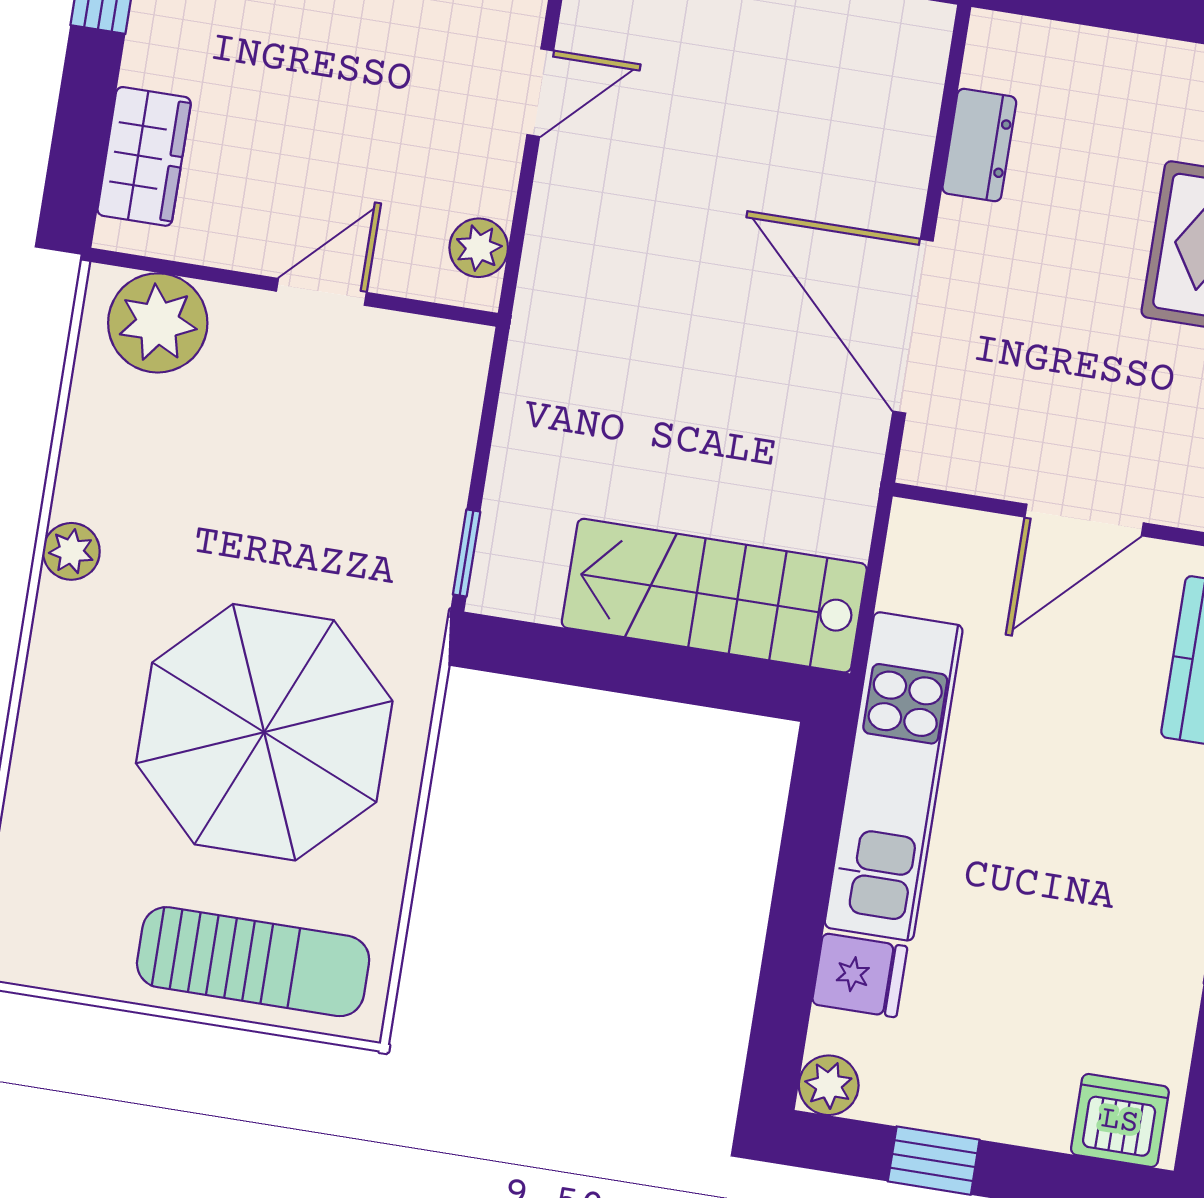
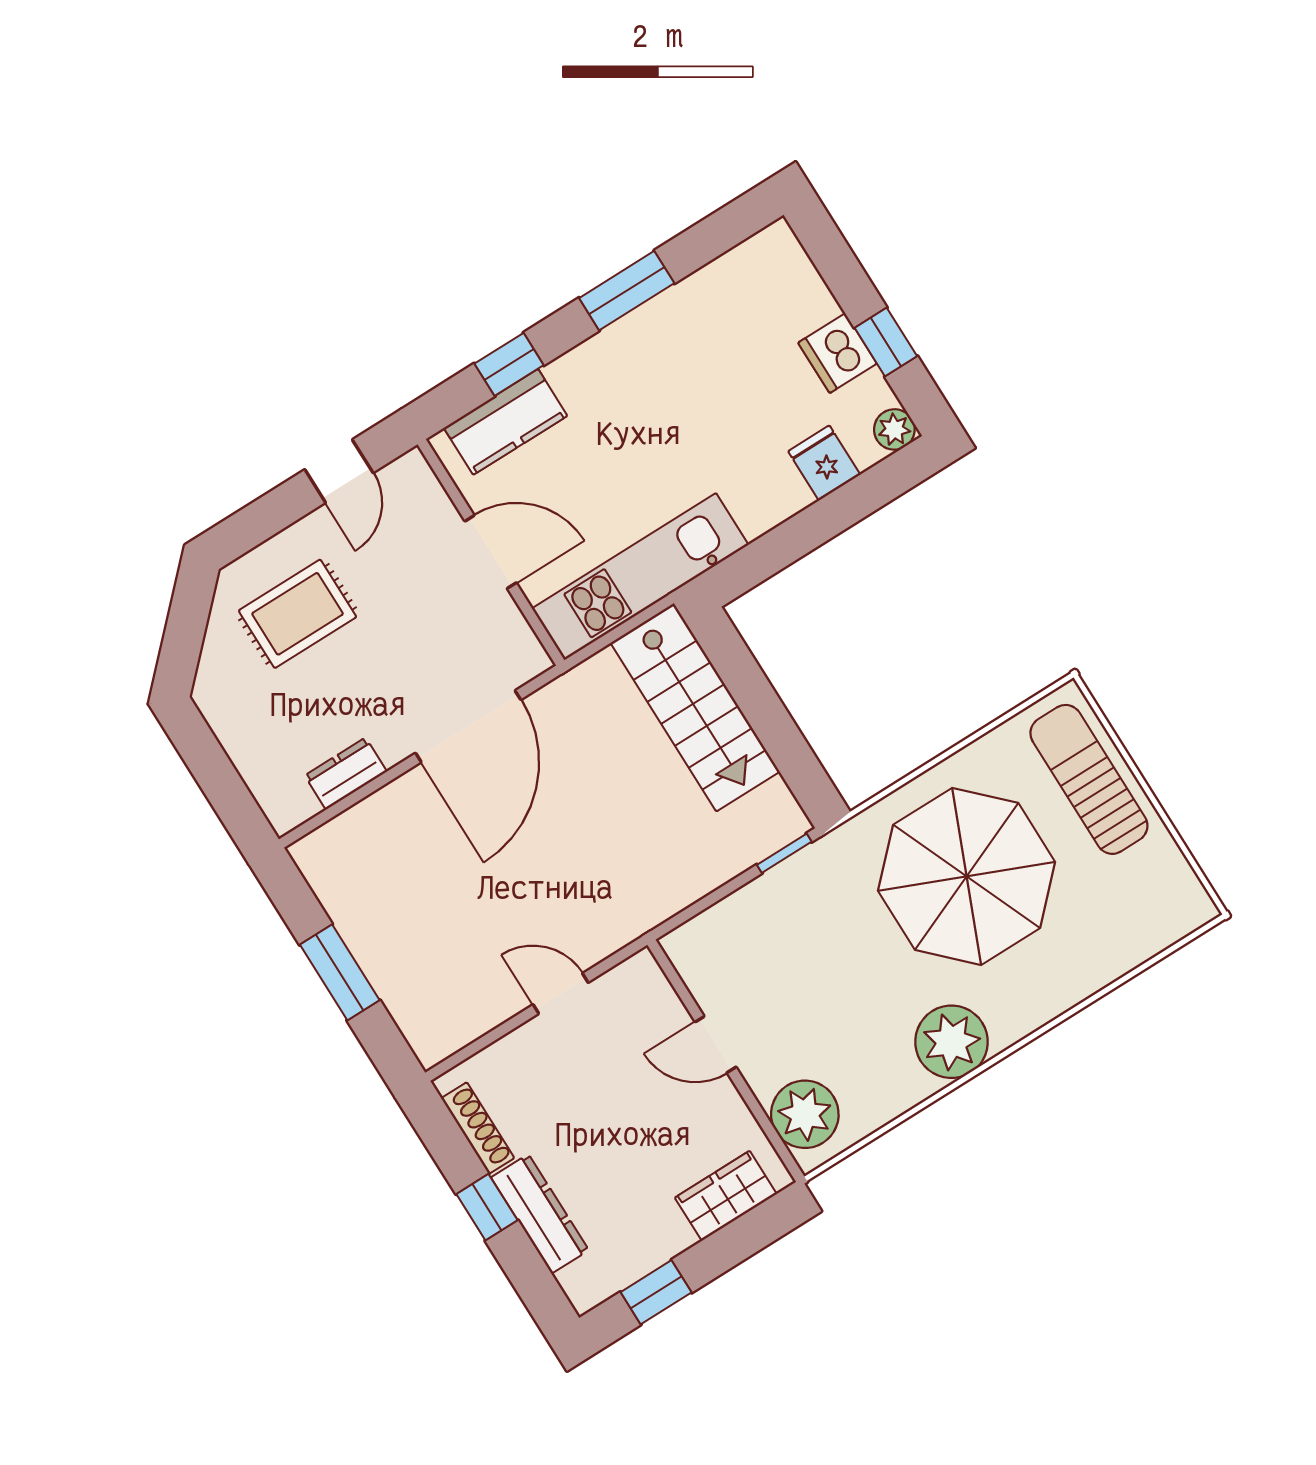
door: (540, 93) -> (561, 994), moved
plant: (479, 248) -> (623, 984), removed
plant: (71, 551) -> (951, 1042), width x1.87, depth x1.87
kitchen unit: (894, 776) -> (640, 577), moved
dishwasher: (1120, 1121) -> (837, 353), moved

